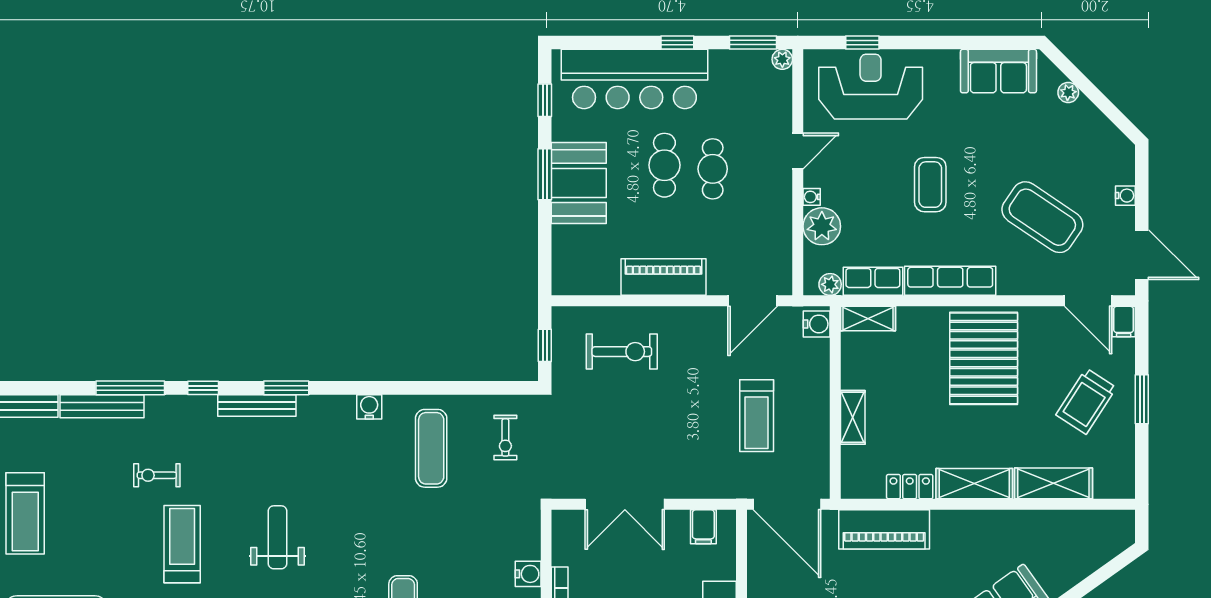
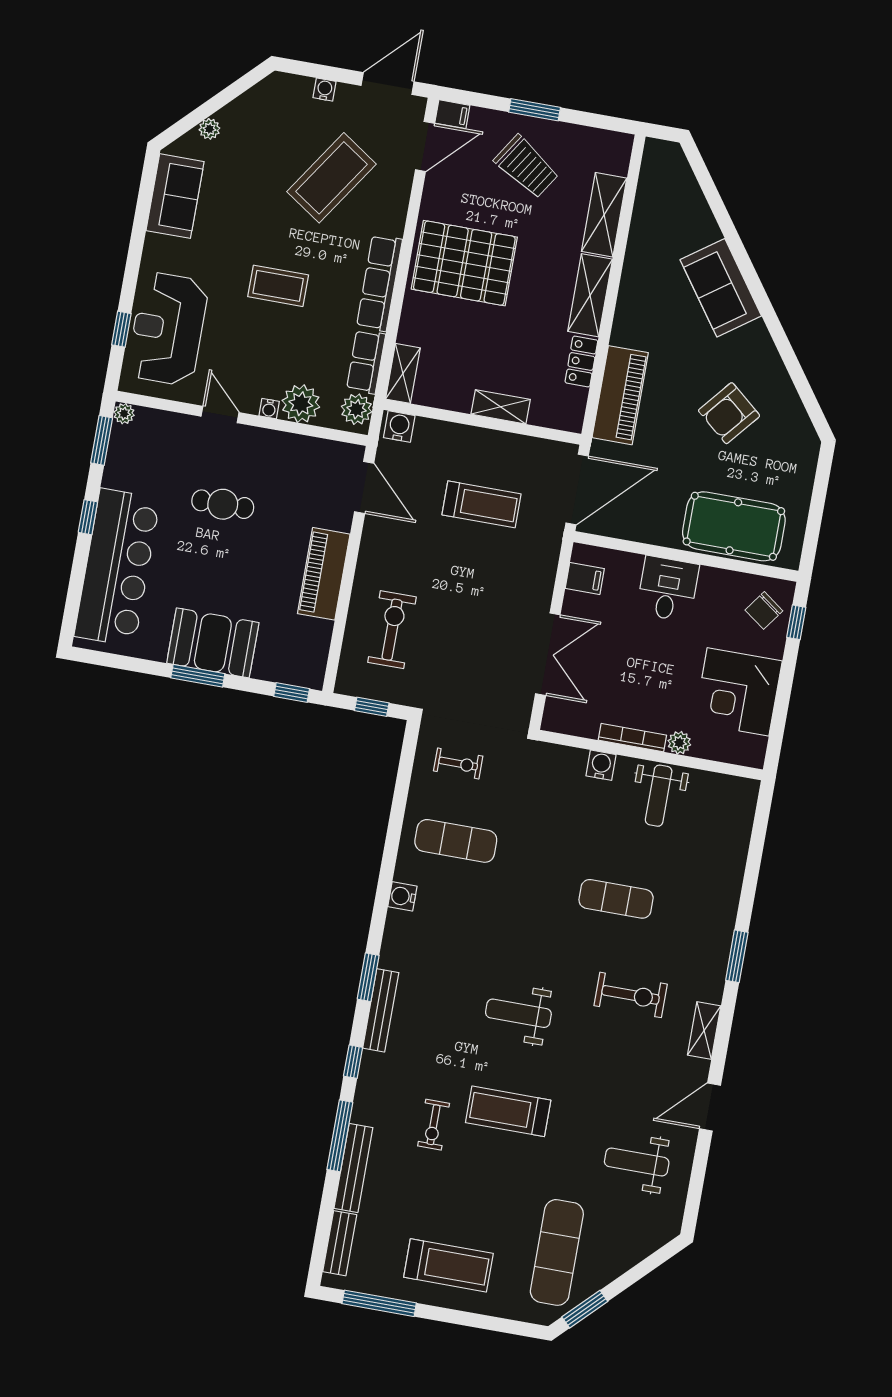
window: (545, 100) -> (292, 693), moved
cafe table: (664, 165) -> (210, 553), removed
plant: (830, 284) -> (357, 409), width x1.38, depth x1.38

